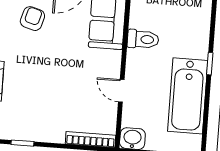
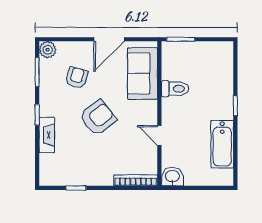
armchair: (53, 66) -> (98, 118), added
bathtub: (188, 96) -> (222, 144), width x0.73, depth x0.73

